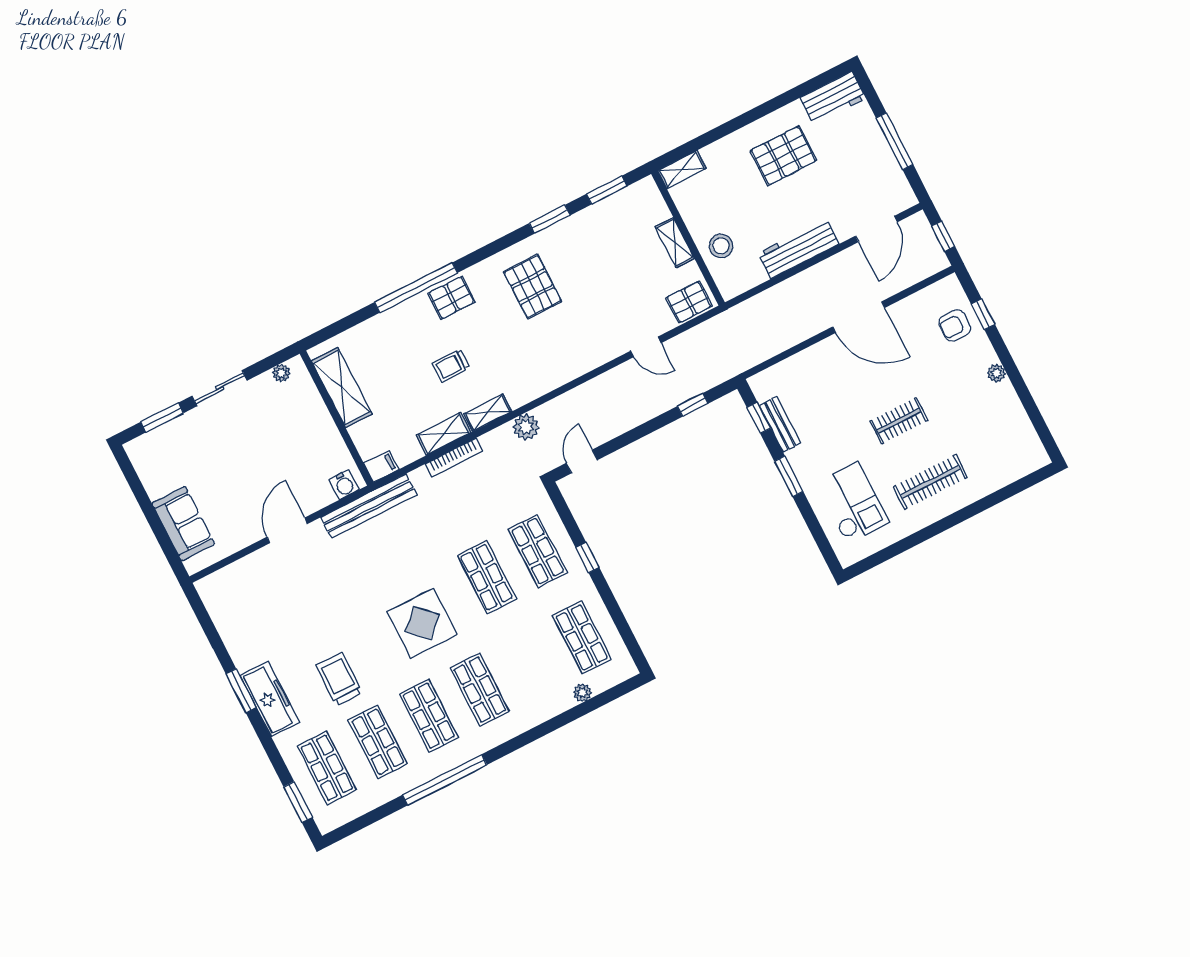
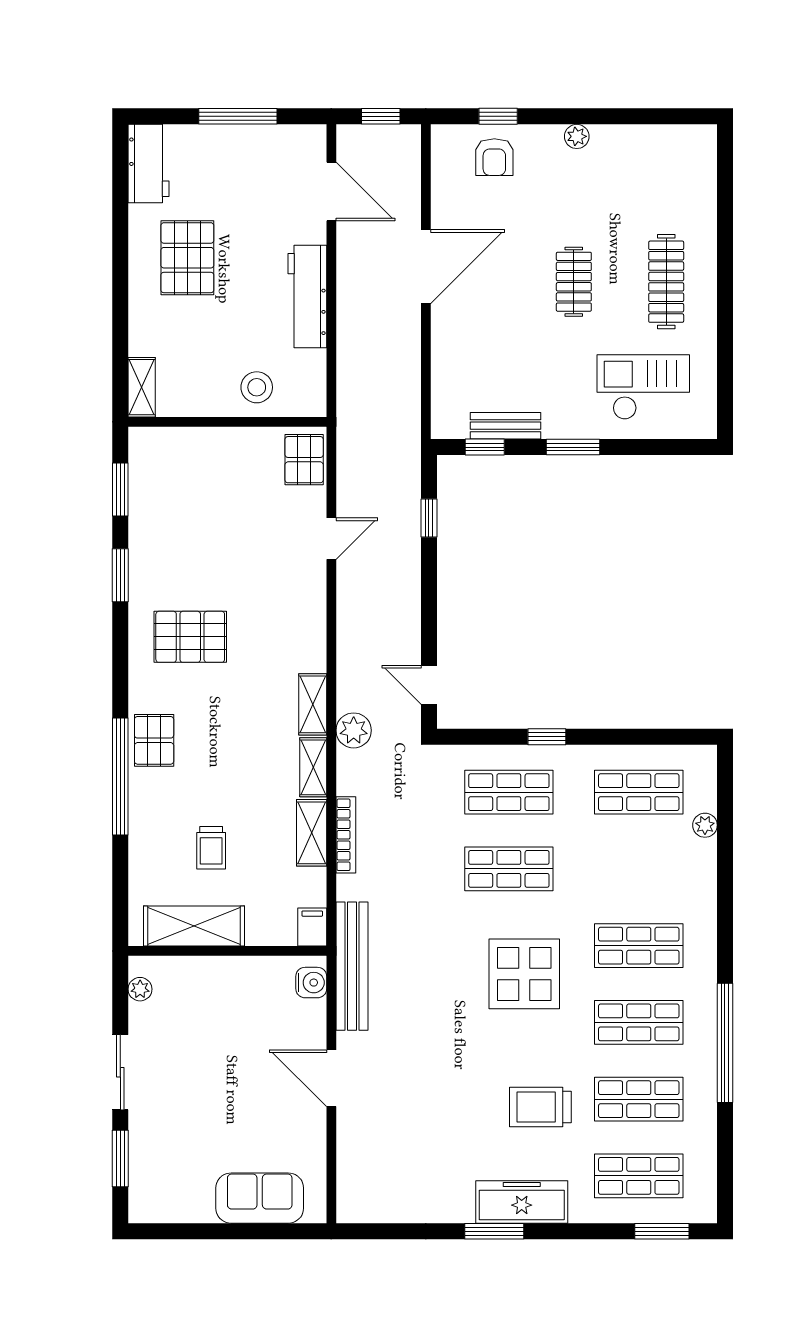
shelving: (675, 243) -> (313, 704), moved, turned 90
trolley: (451, 366) -> (211, 848), moved

